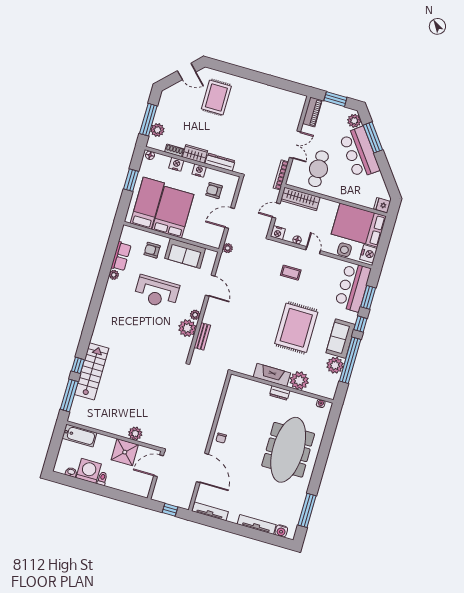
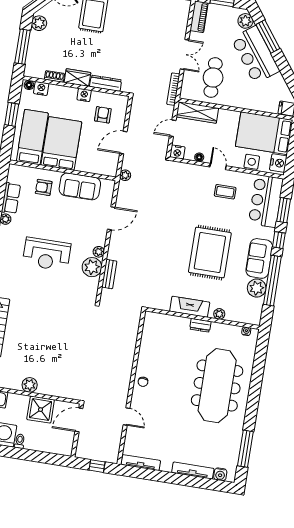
plant: (157, 130) -> (39, 23), moved
nightstand: (176, 164) -> (41, 88), moved
armchair: (214, 191) -> (103, 115), turned 90
coffee table: (291, 273) -> (225, 192), moved
door: (210, 286) -> (111, 218), hinge flipped
reception desk: (157, 292) -> (47, 254), moved
plant: (299, 381) -> (219, 314), width x0.53, depth x0.53
plant: (135, 434) -> (30, 385), moved
door: (202, 468) -> (127, 417), width x0.53

